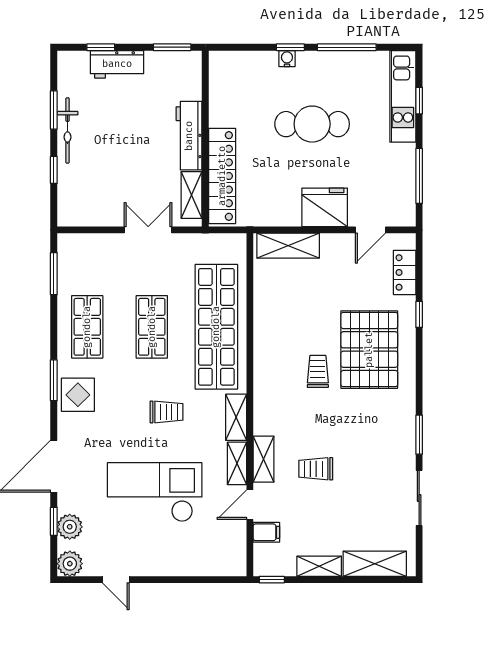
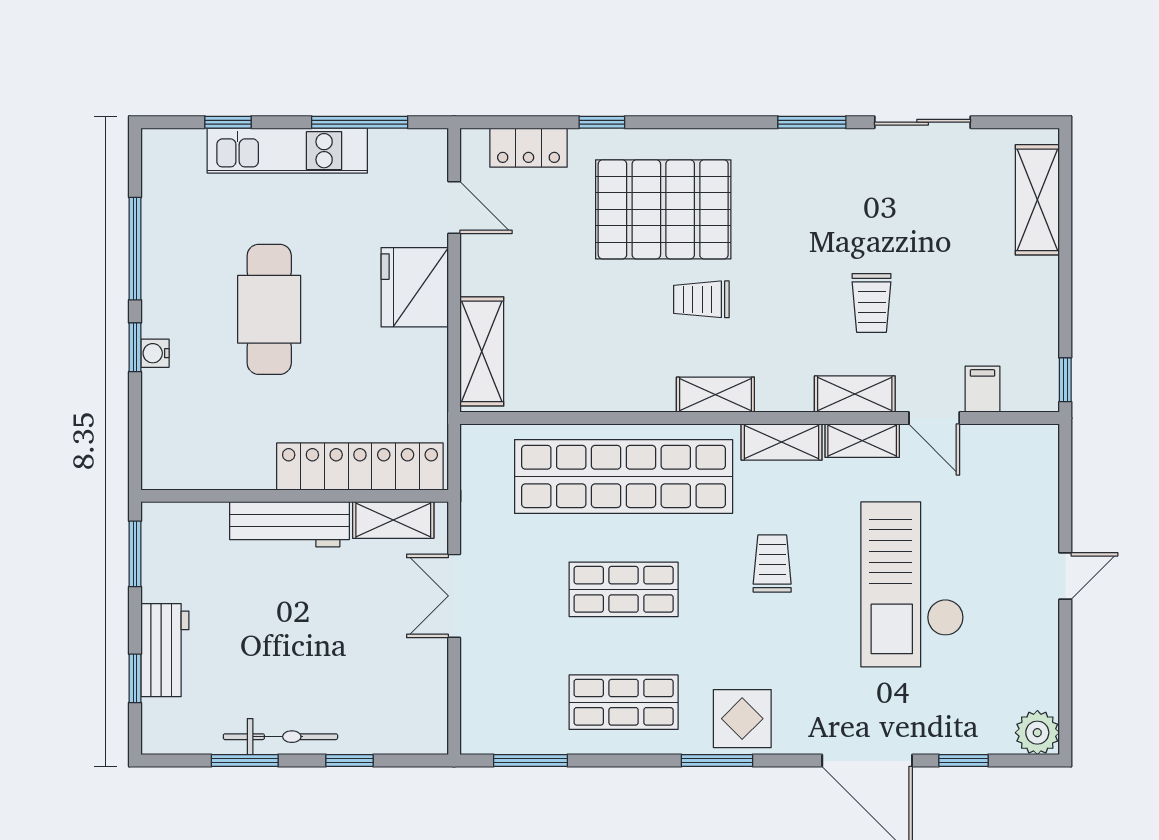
kitchen unit: (403, 96) -> (287, 151), moved
plant: (70, 527) -> (973, 733), removed
shelving: (319, 566) -> (715, 395), moved, turned 90
door: (116, 580) -> (1065, 576), moved

